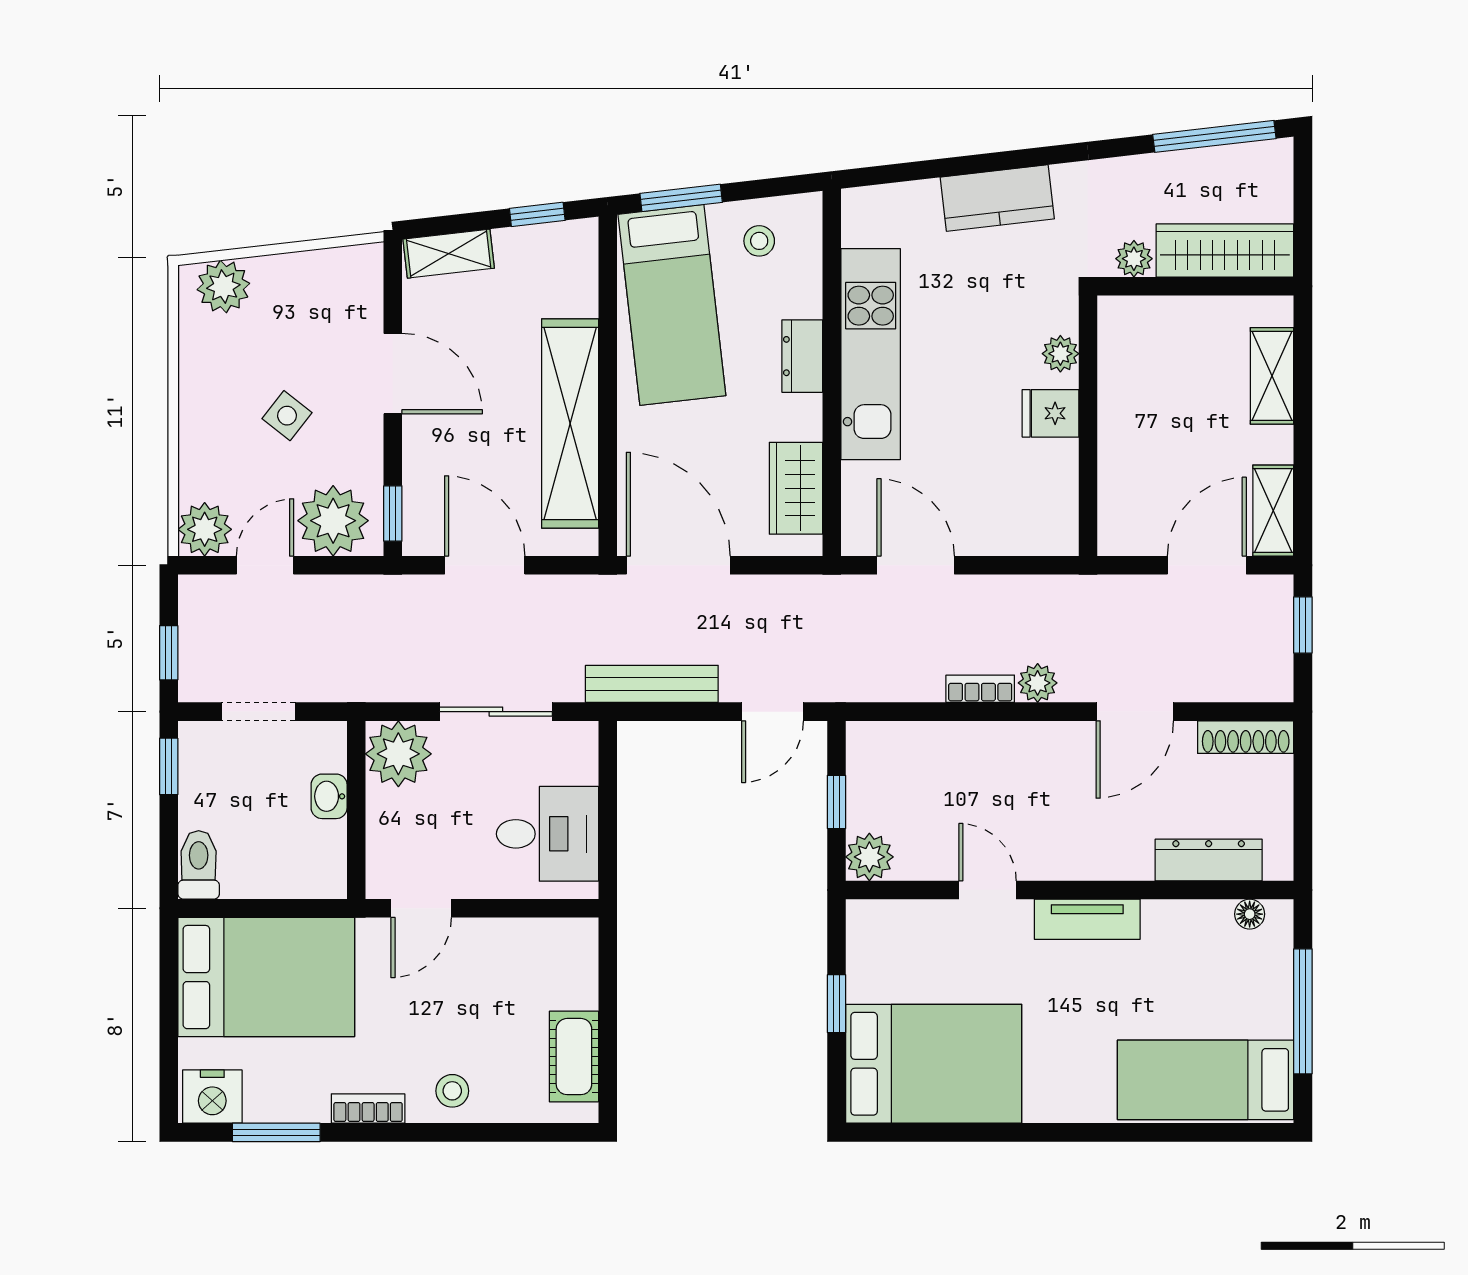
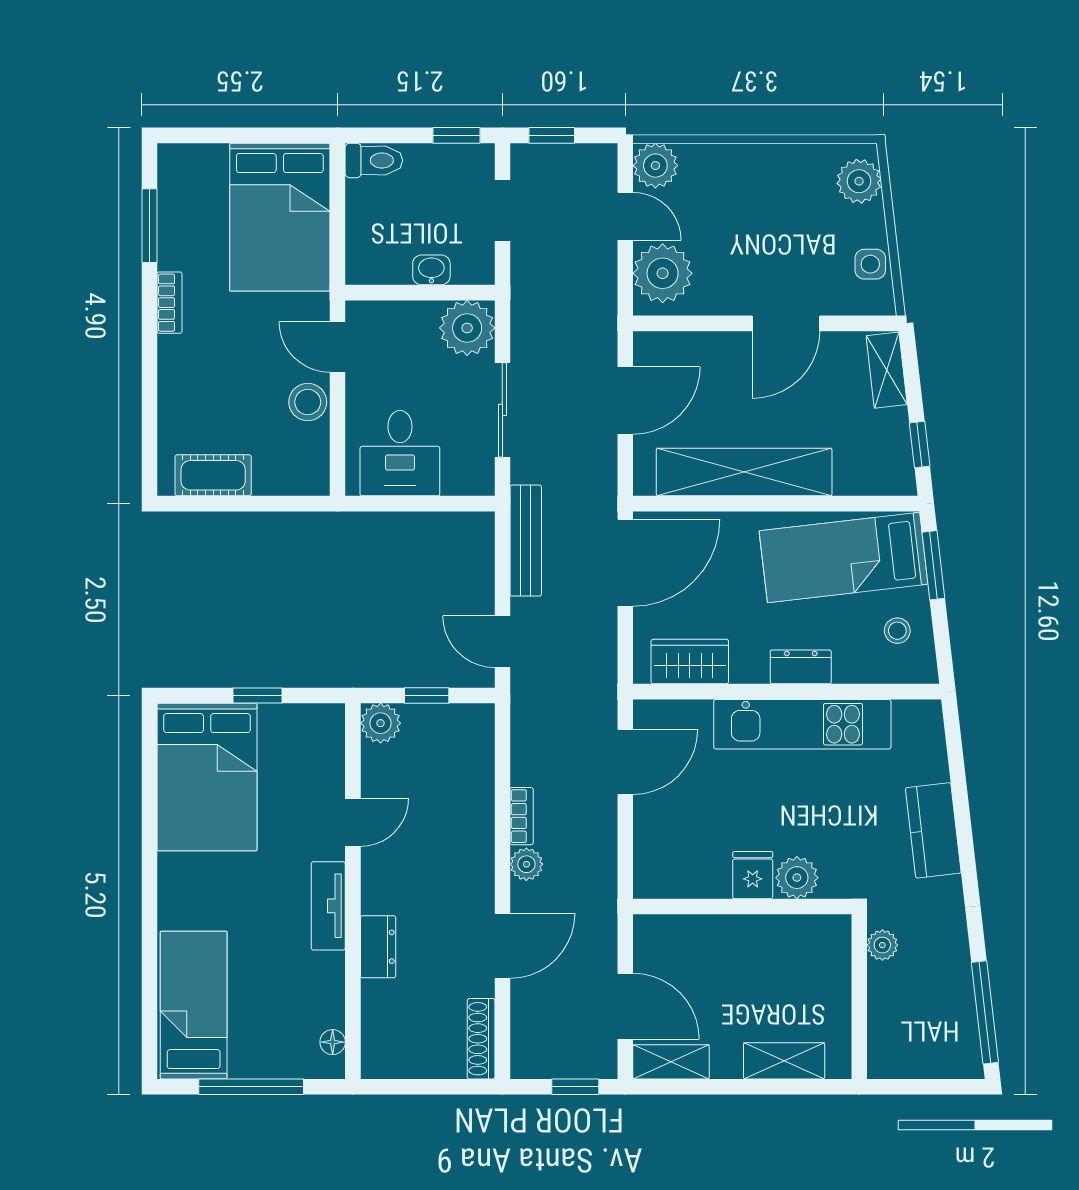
wardrobe: (1225, 251) -> (889, 1021), removed
plant: (1060, 354) -> (797, 878), width x1.38, depth x1.38
side table: (287, 416) -> (870, 264), moved, turned -38
window: (393, 513) -> (669, 323), removed
door: (1135, 712) -> (502, 946), swing flipped
dresser: (1209, 860) -> (378, 947), moved, width x0.70
stool: (452, 1091) -> (308, 402), moved, width x1.37, depth x1.37
nightstand: (212, 1097) -> (180, 172), removed

